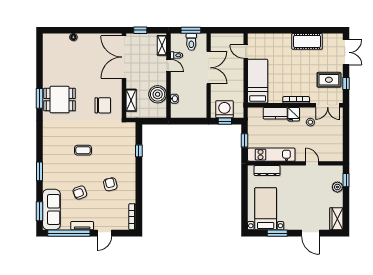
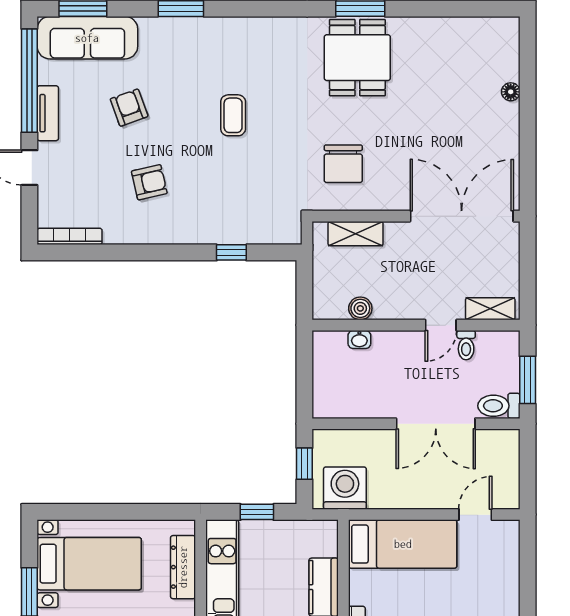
window: (140, 30) -> (528, 256), removed
toilet: (191, 42) -> (499, 406), moved
boiler: (158, 94) -> (360, 308), width x0.54, depth x0.54
washing machine: (224, 109) -> (345, 488), moved, turned -90

